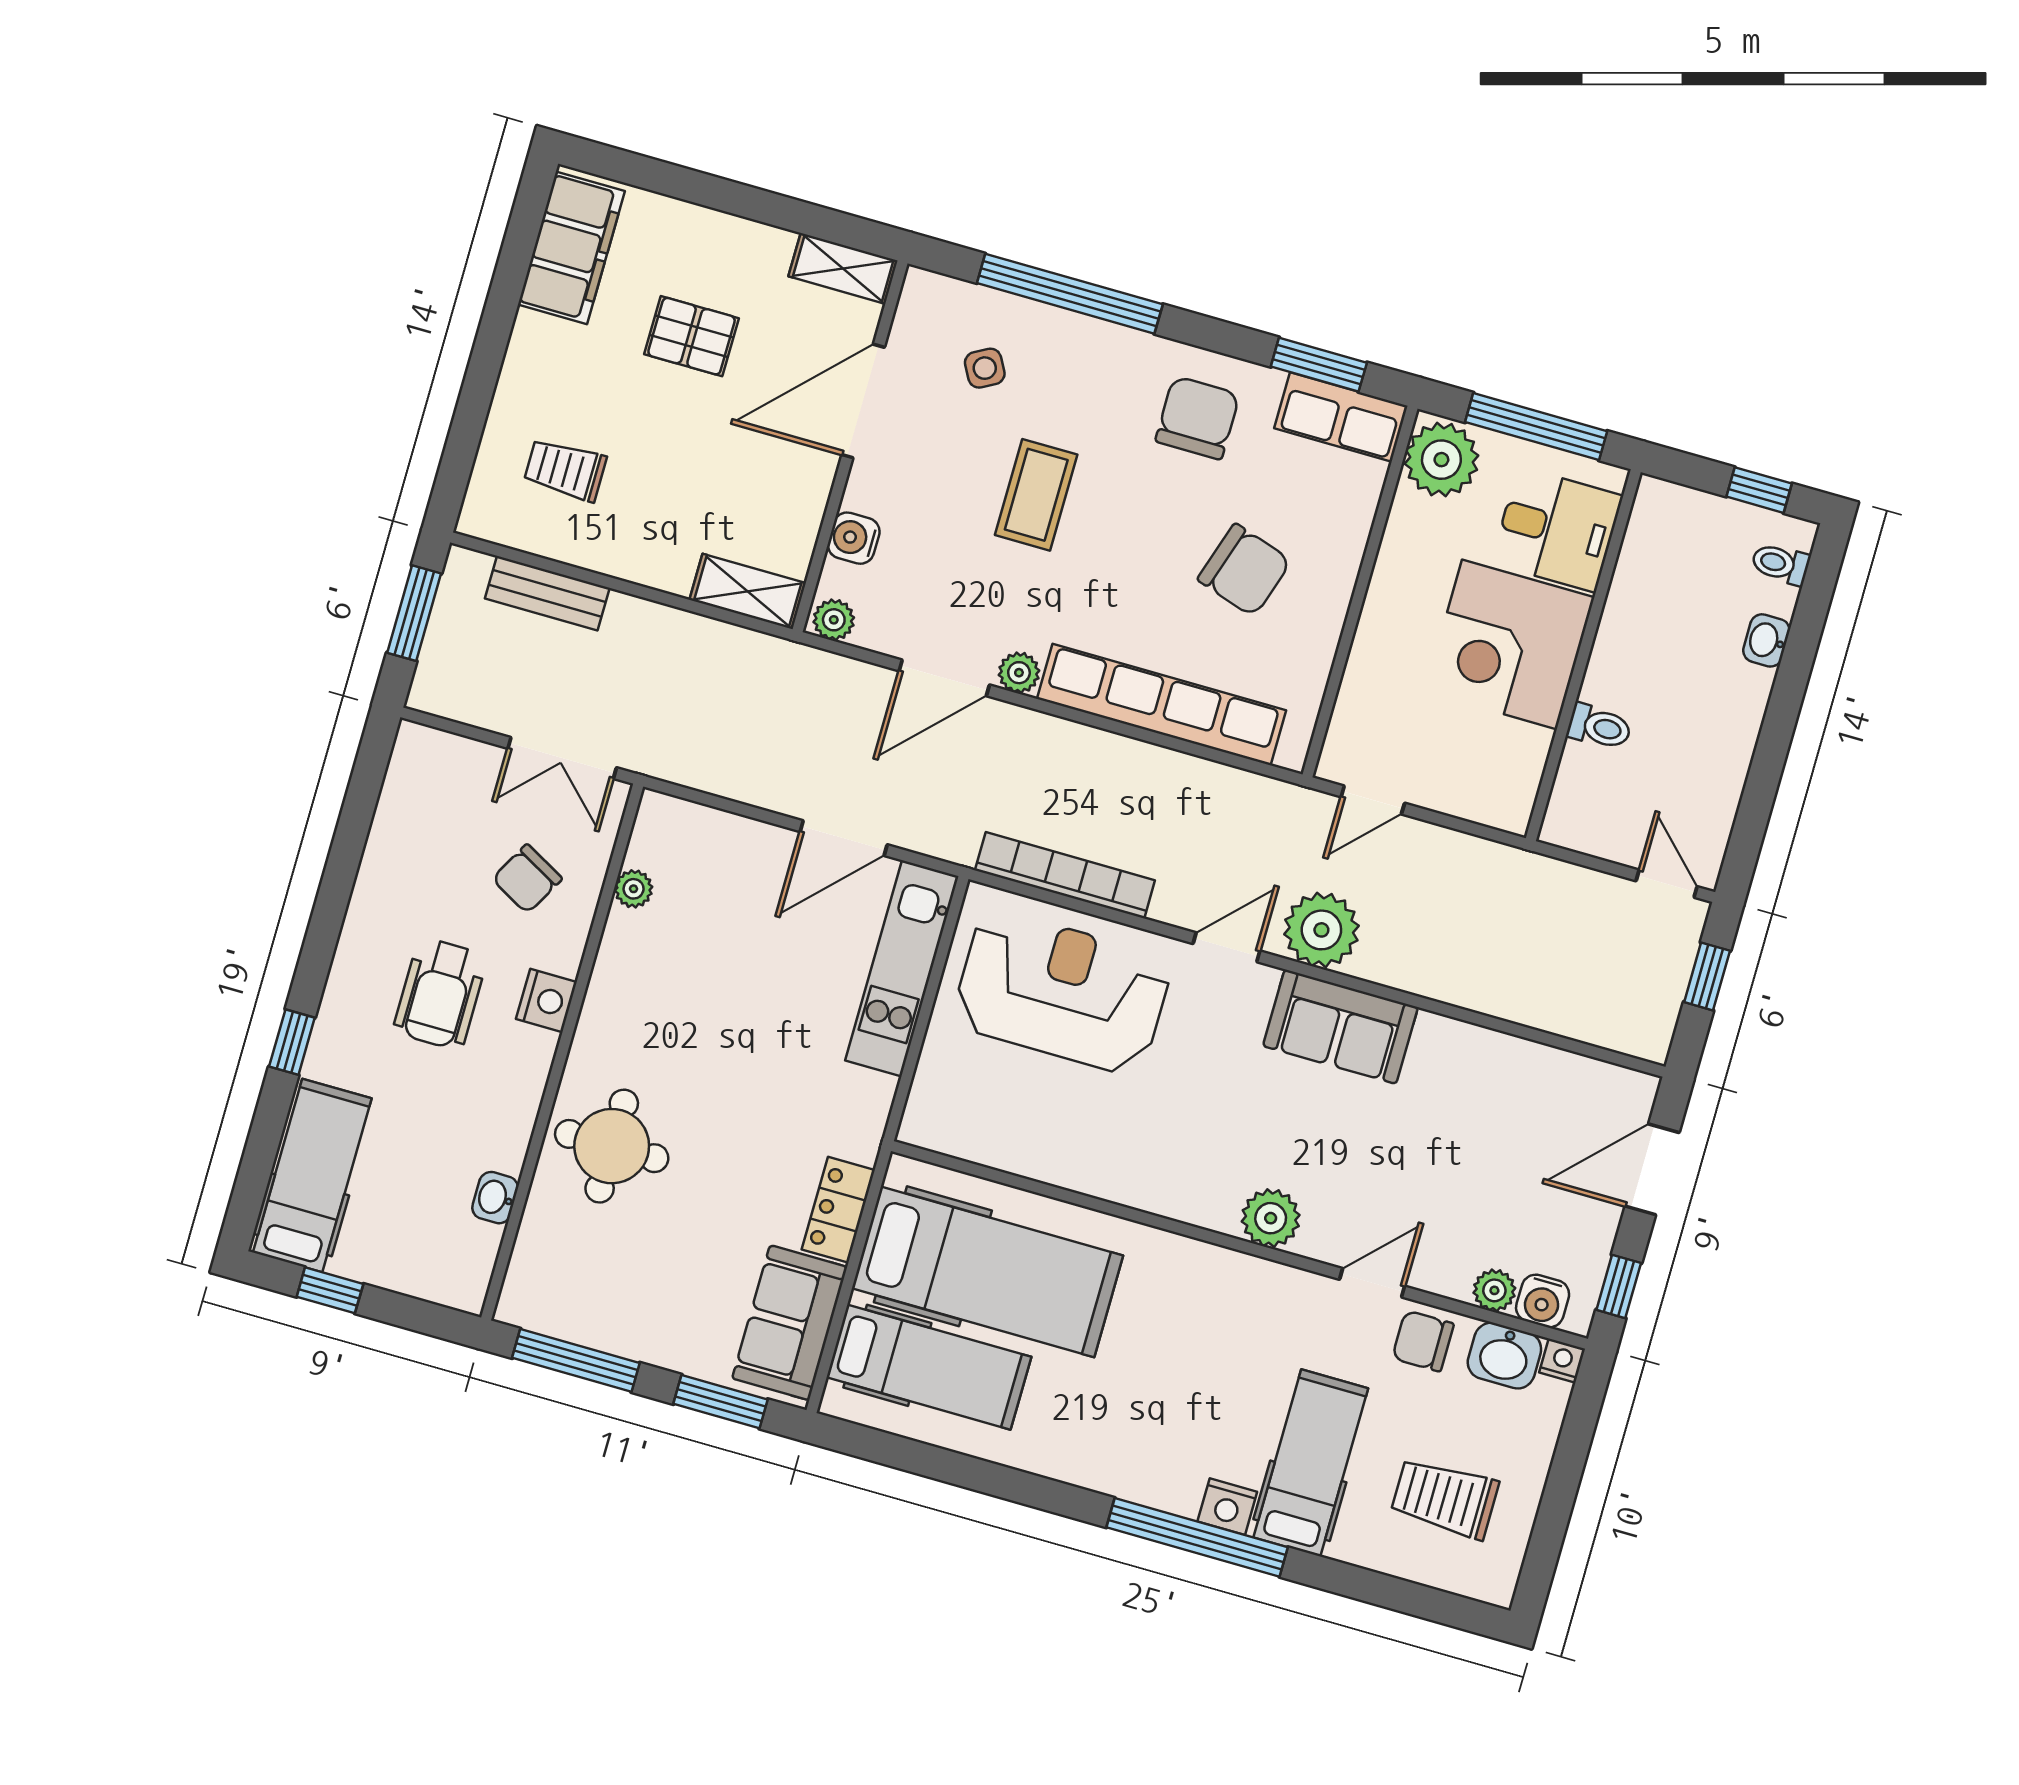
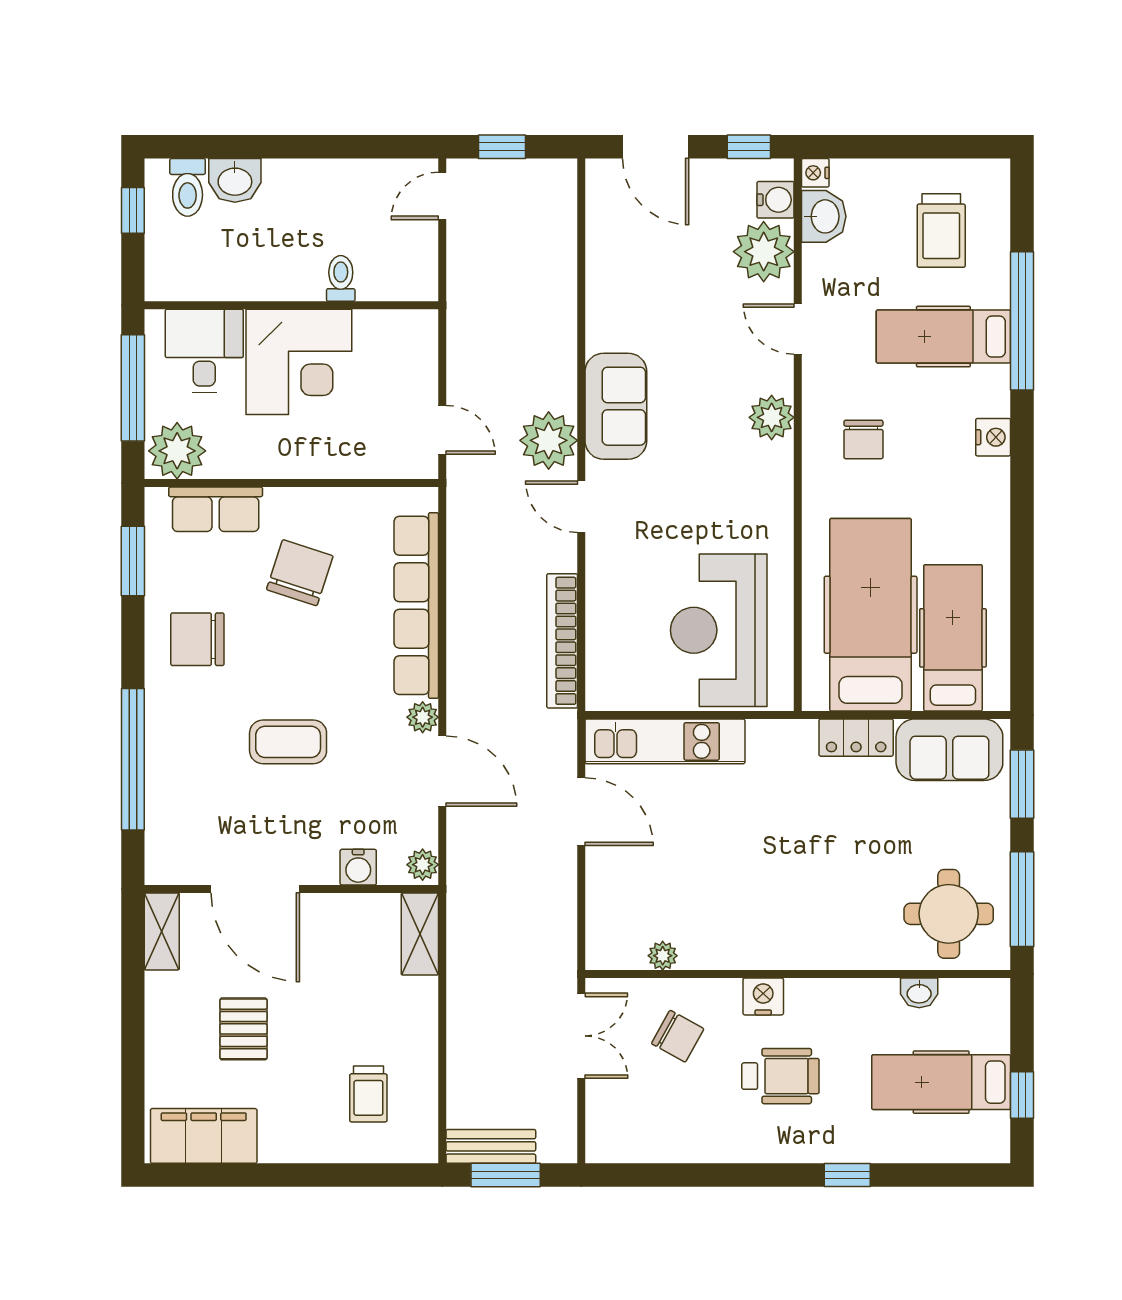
side table: (985, 368) -> (206, 806), removed
row of seats: (1341, 417) -> (216, 509), moved, turned 90
toilet: (1780, 564) -> (188, 187), width x1.37, depth x1.39
bench: (547, 593) -> (491, 1146), moved, turned 90
washbasin: (1766, 640) -> (235, 180), width x1.38, depth x1.45
reception desk: (1062, 992) -> (719, 630), moved
round table: (612, 1146) -> (949, 914), moved
hospital bed: (312, 1175) -> (941, 1082), moved
plant: (1494, 1290) -> (764, 252), width x1.88, depth x1.88
chair: (1423, 1341) -> (863, 439), moved
nightstand: (1227, 1507) -> (993, 437), moved
window: (1197, 1537) -> (1022, 321), moved

